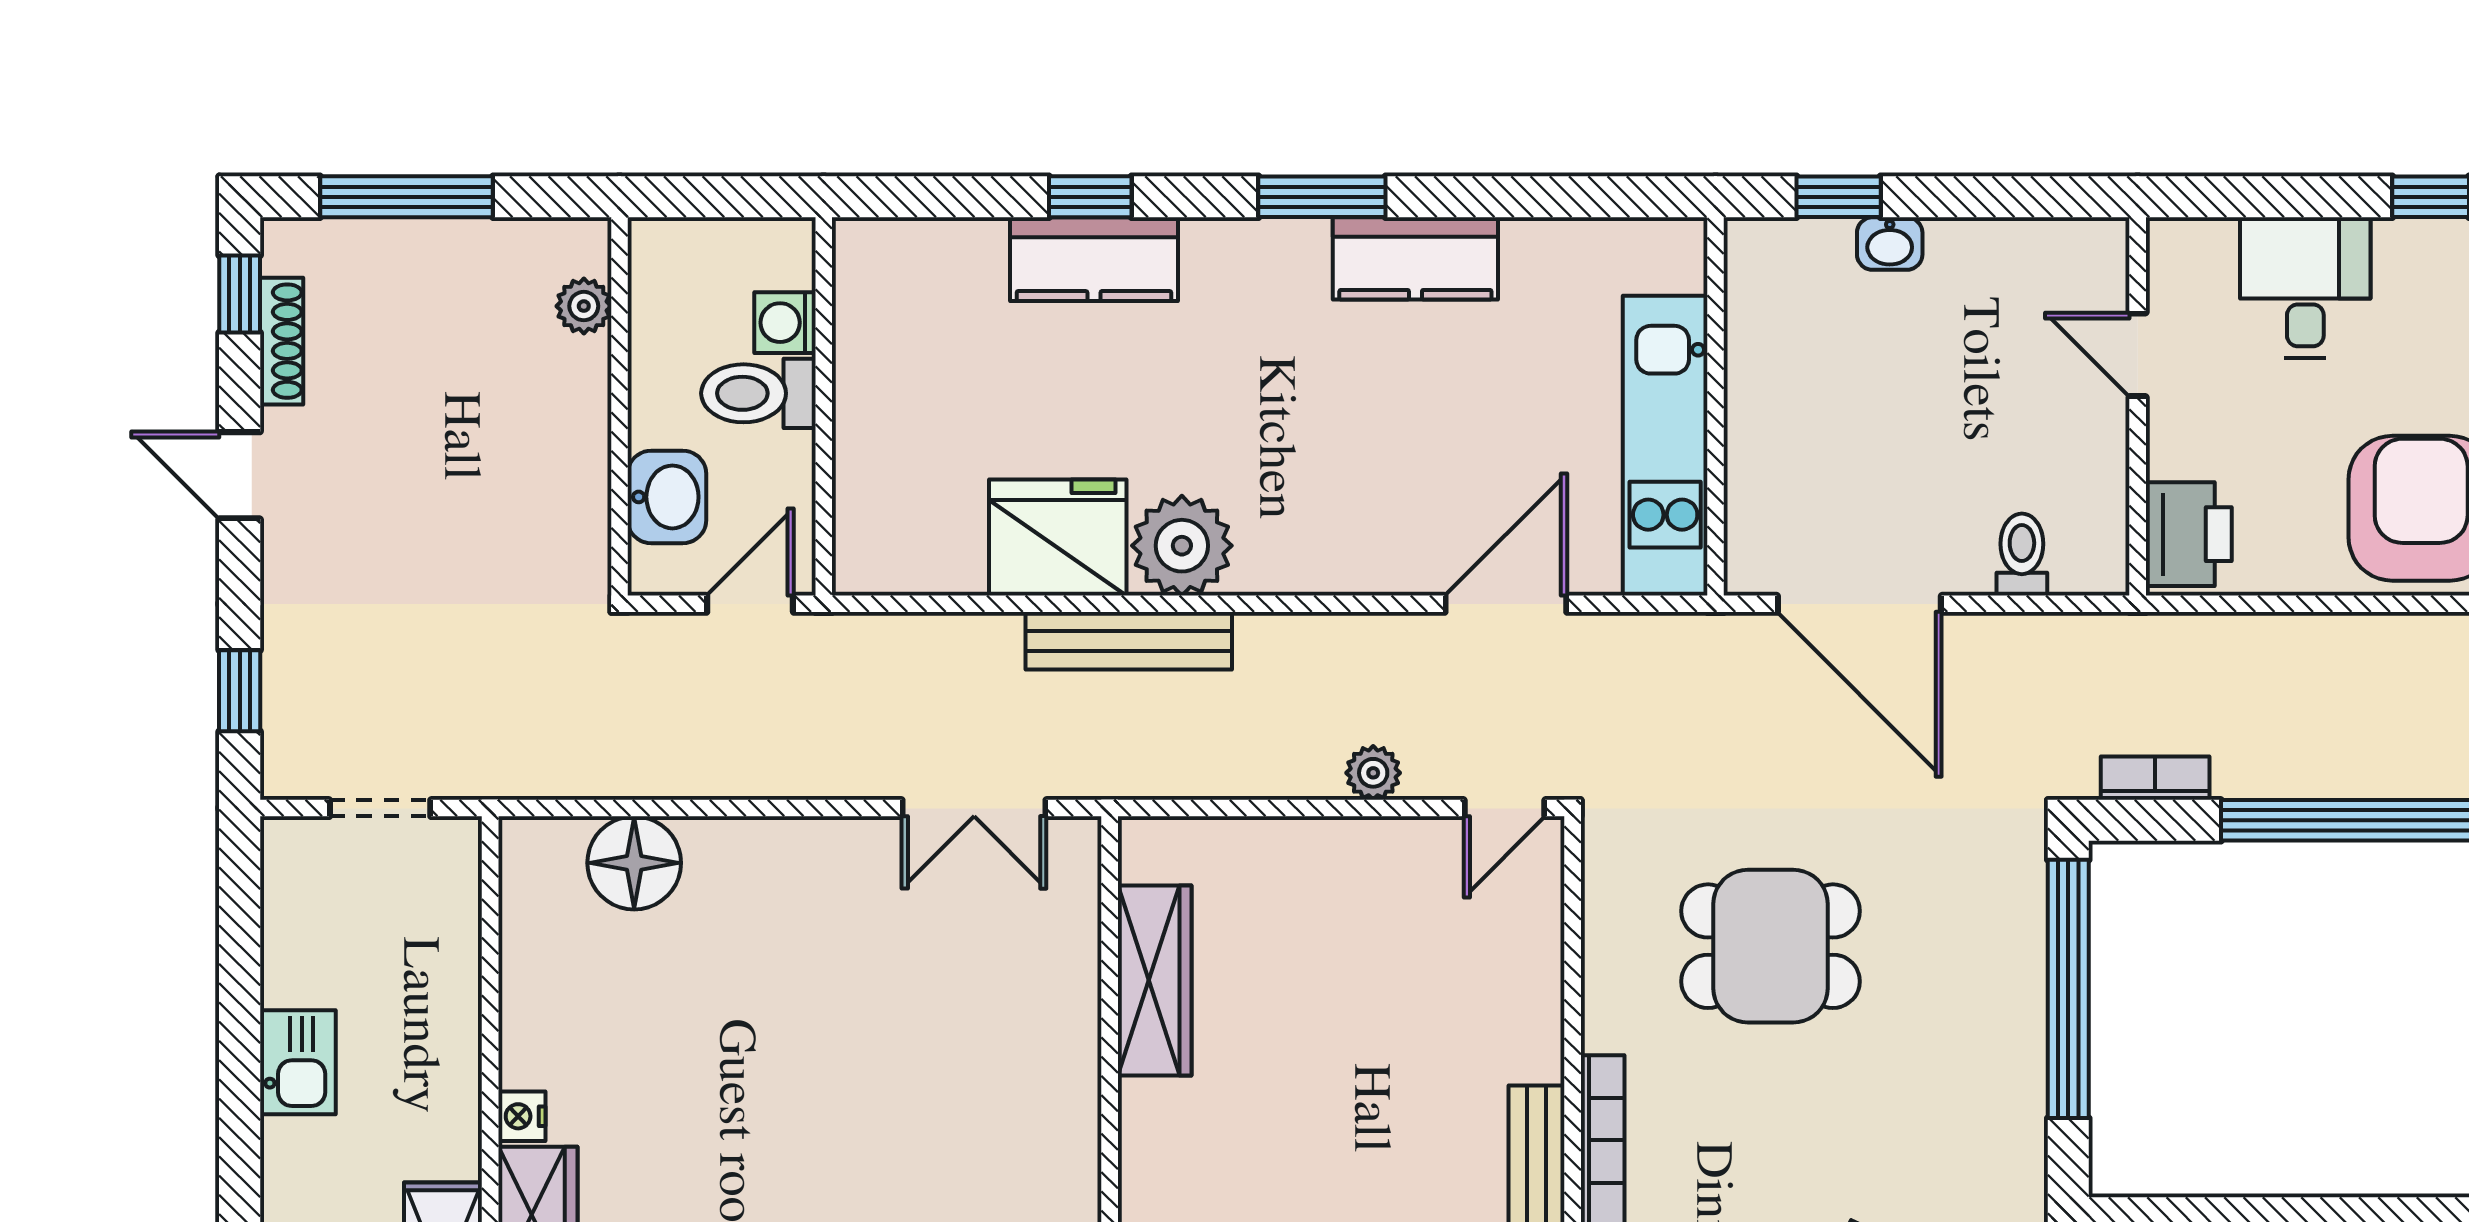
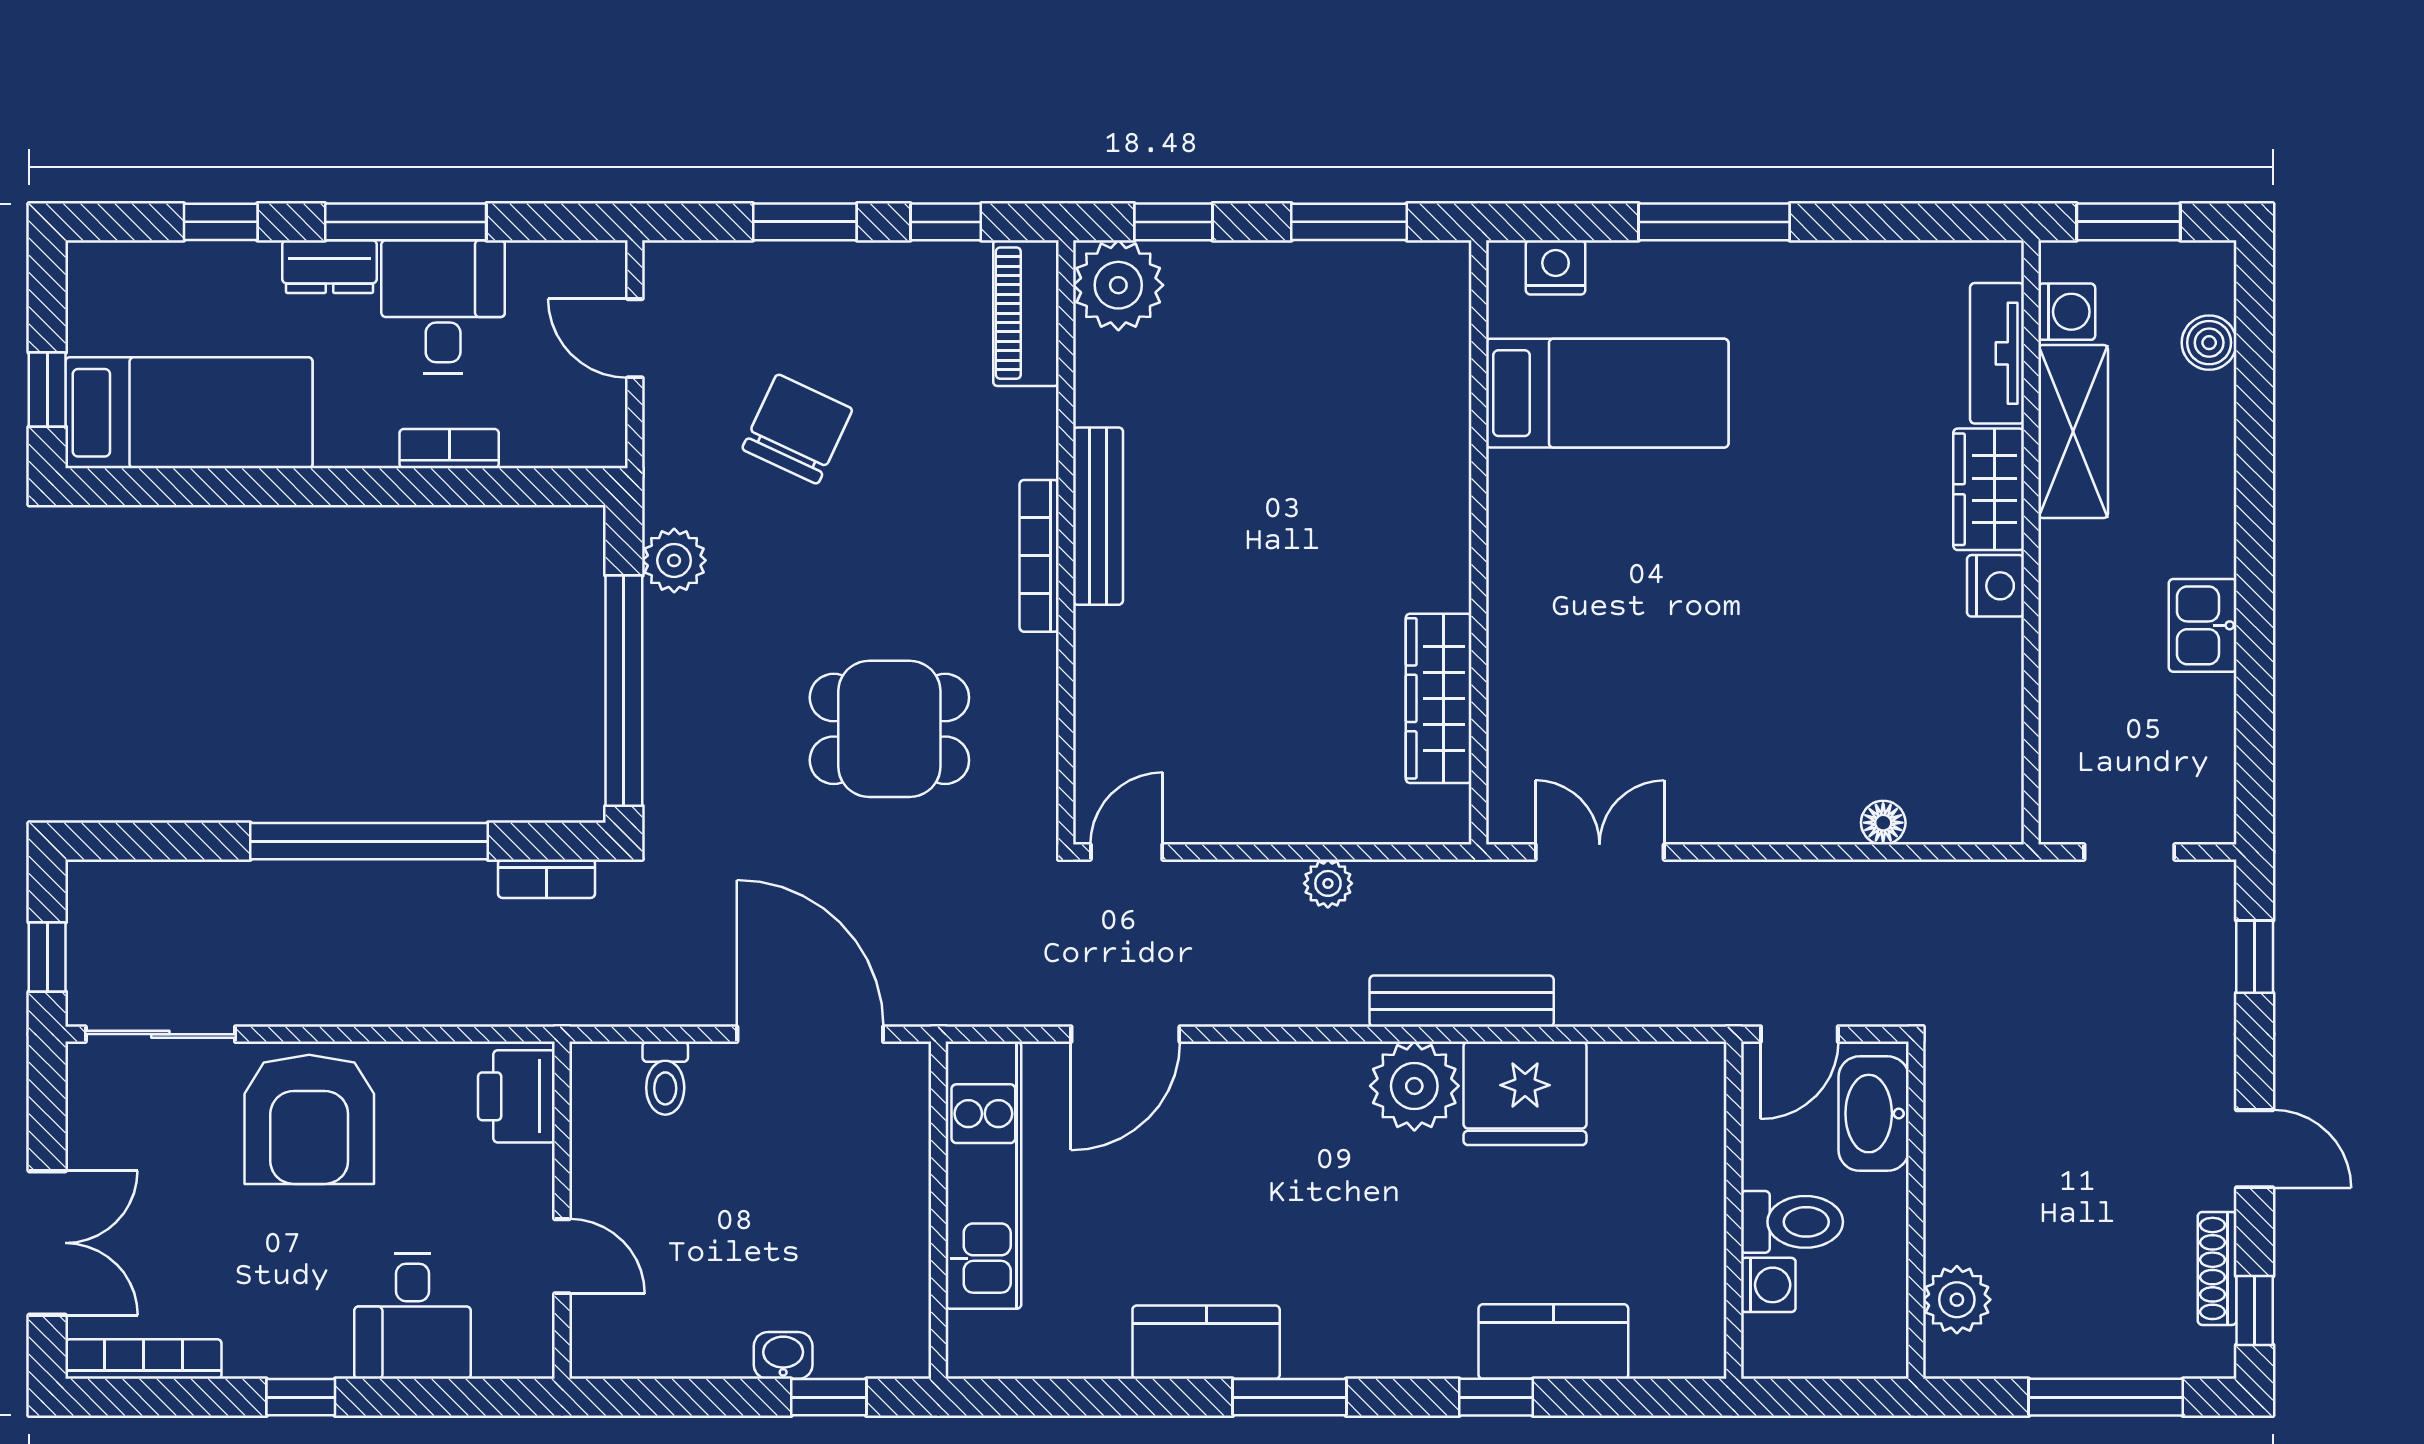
kitchen counter: (1094, 259) -> (1553, 1342), moved
plant: (584, 306) -> (1957, 1300), width x1.38, depth x1.38
washbasin: (667, 497) -> (1874, 1114), width x1.38
plant: (1373, 773) -> (1328, 883), moved
floor lamp: (634, 863) -> (1883, 823), width x0.53, depth x0.53
nightstand: (522, 1116) -> (1996, 586), width x1.39, depth x1.35
plant: (2012, 1135) -> (674, 560), added

